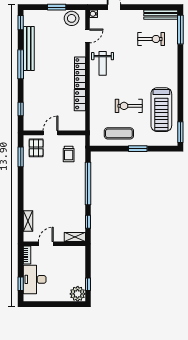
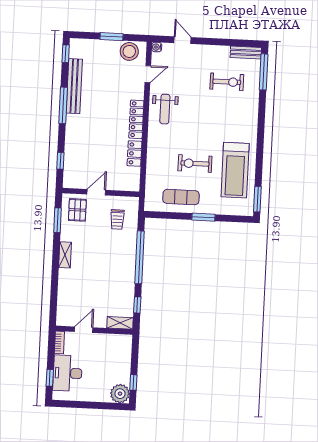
bench: (161, 15) -> (246, 53), width x0.73
shelving: (28, 221) -> (65, 255), moved

